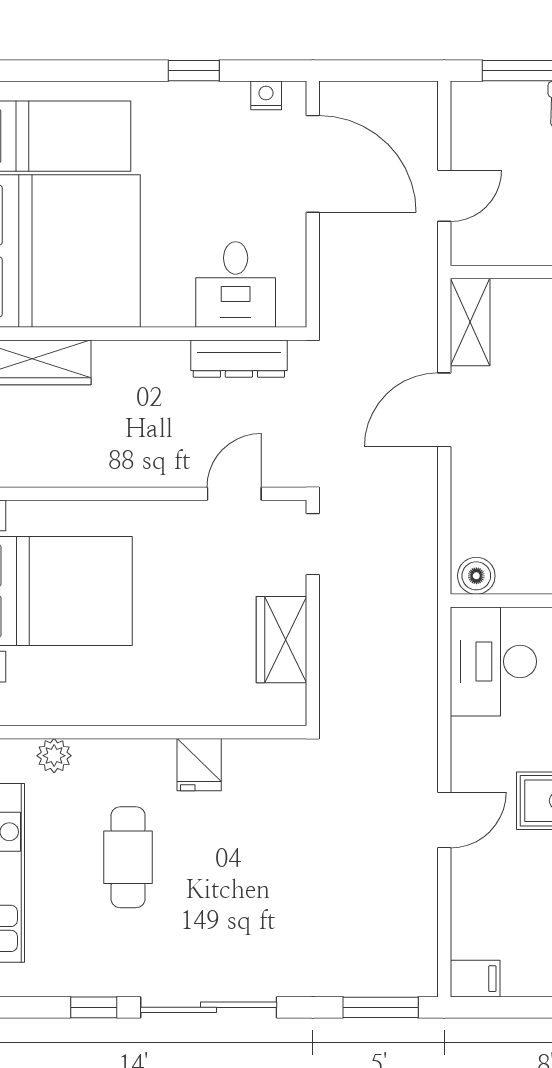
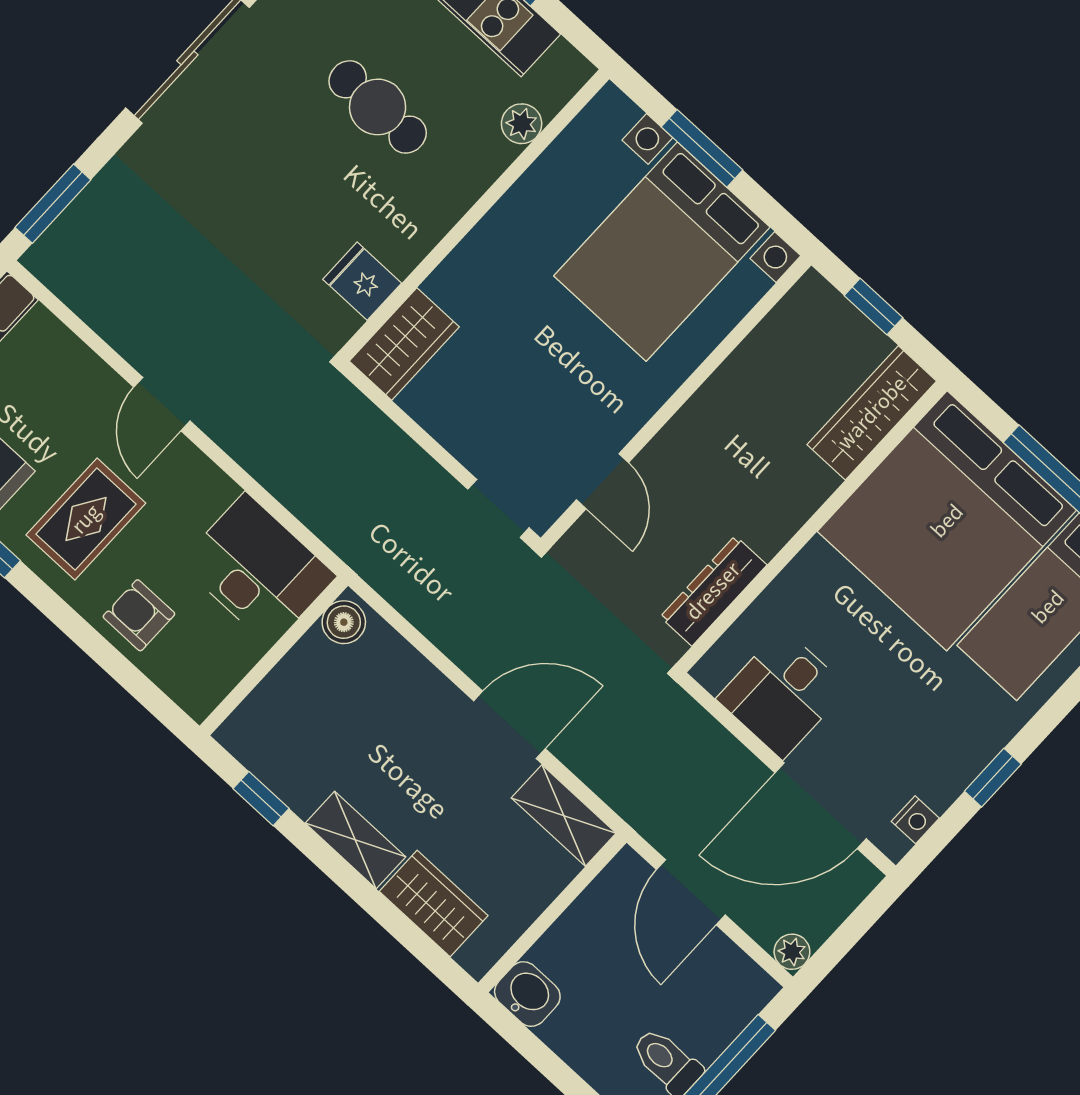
plant: (423, 96) -> (792, 952), added
door: (444, 196) -> (691, 892), width x1.37
desk: (236, 285) -> (782, 694), moved, turned -90
door: (444, 410) -> (509, 725), hinge flipped
wardrobe: (282, 640) -> (404, 344), moved, turned 90
fridge: (199, 765) -> (362, 281), moved

